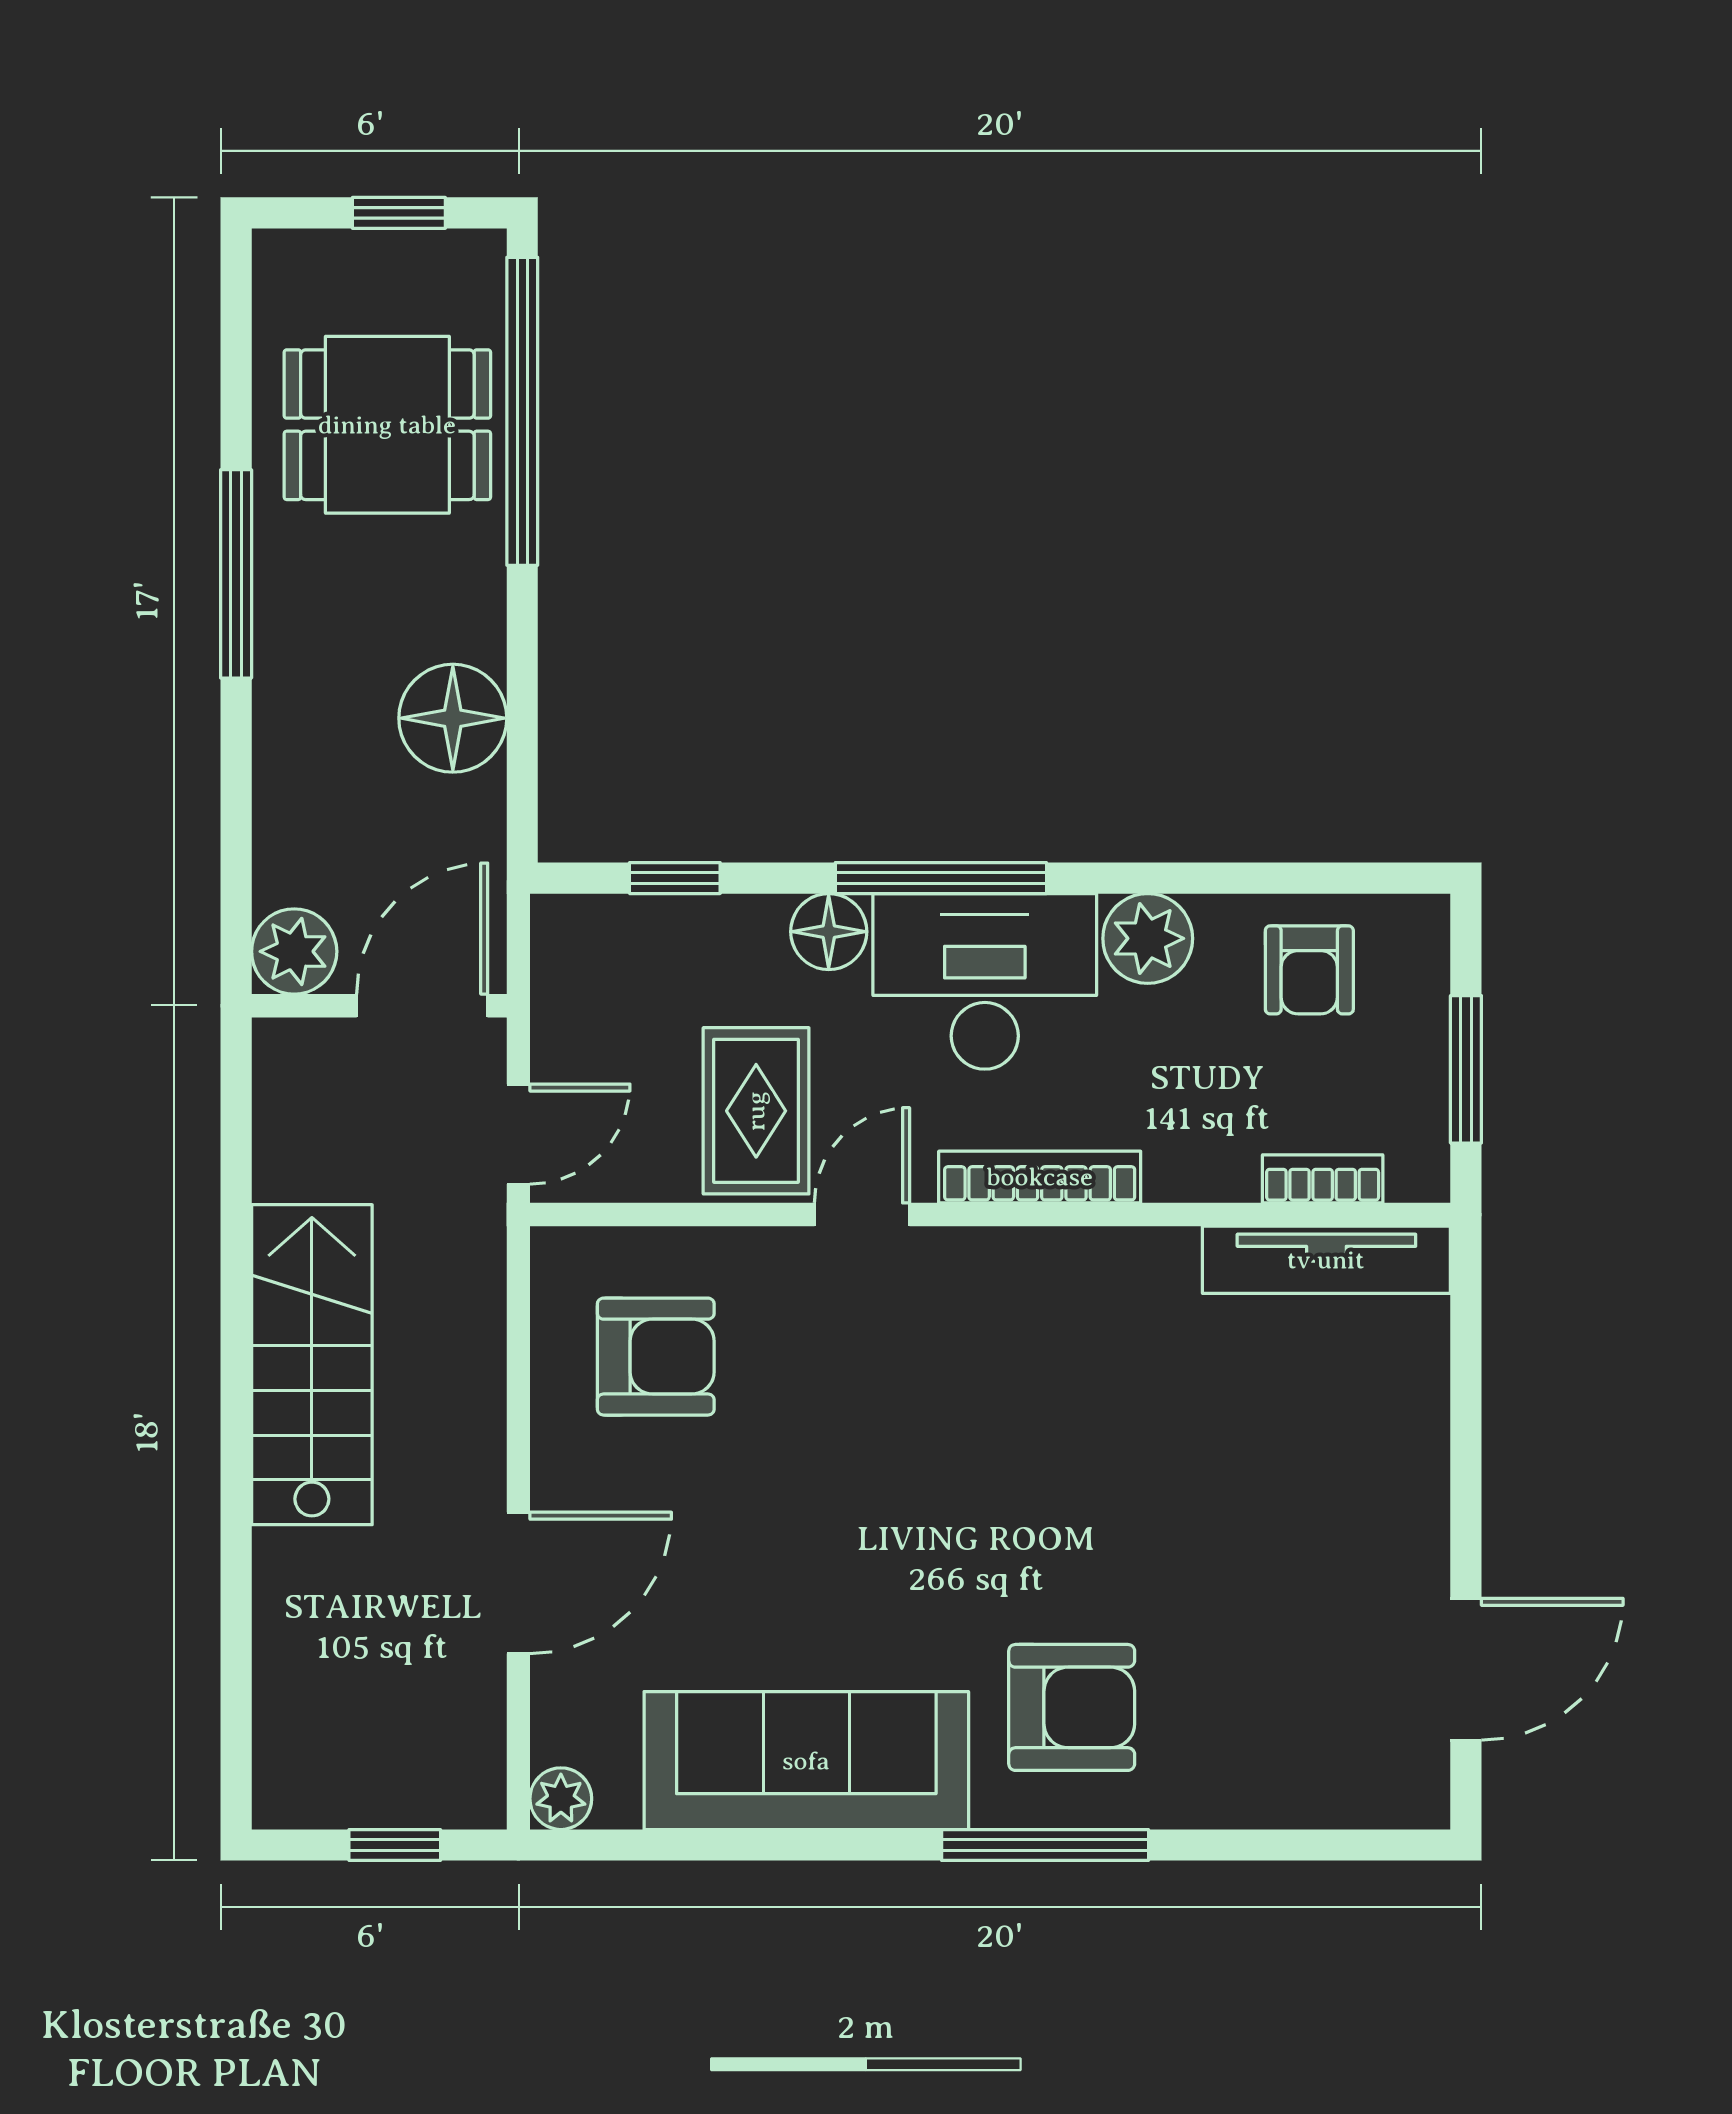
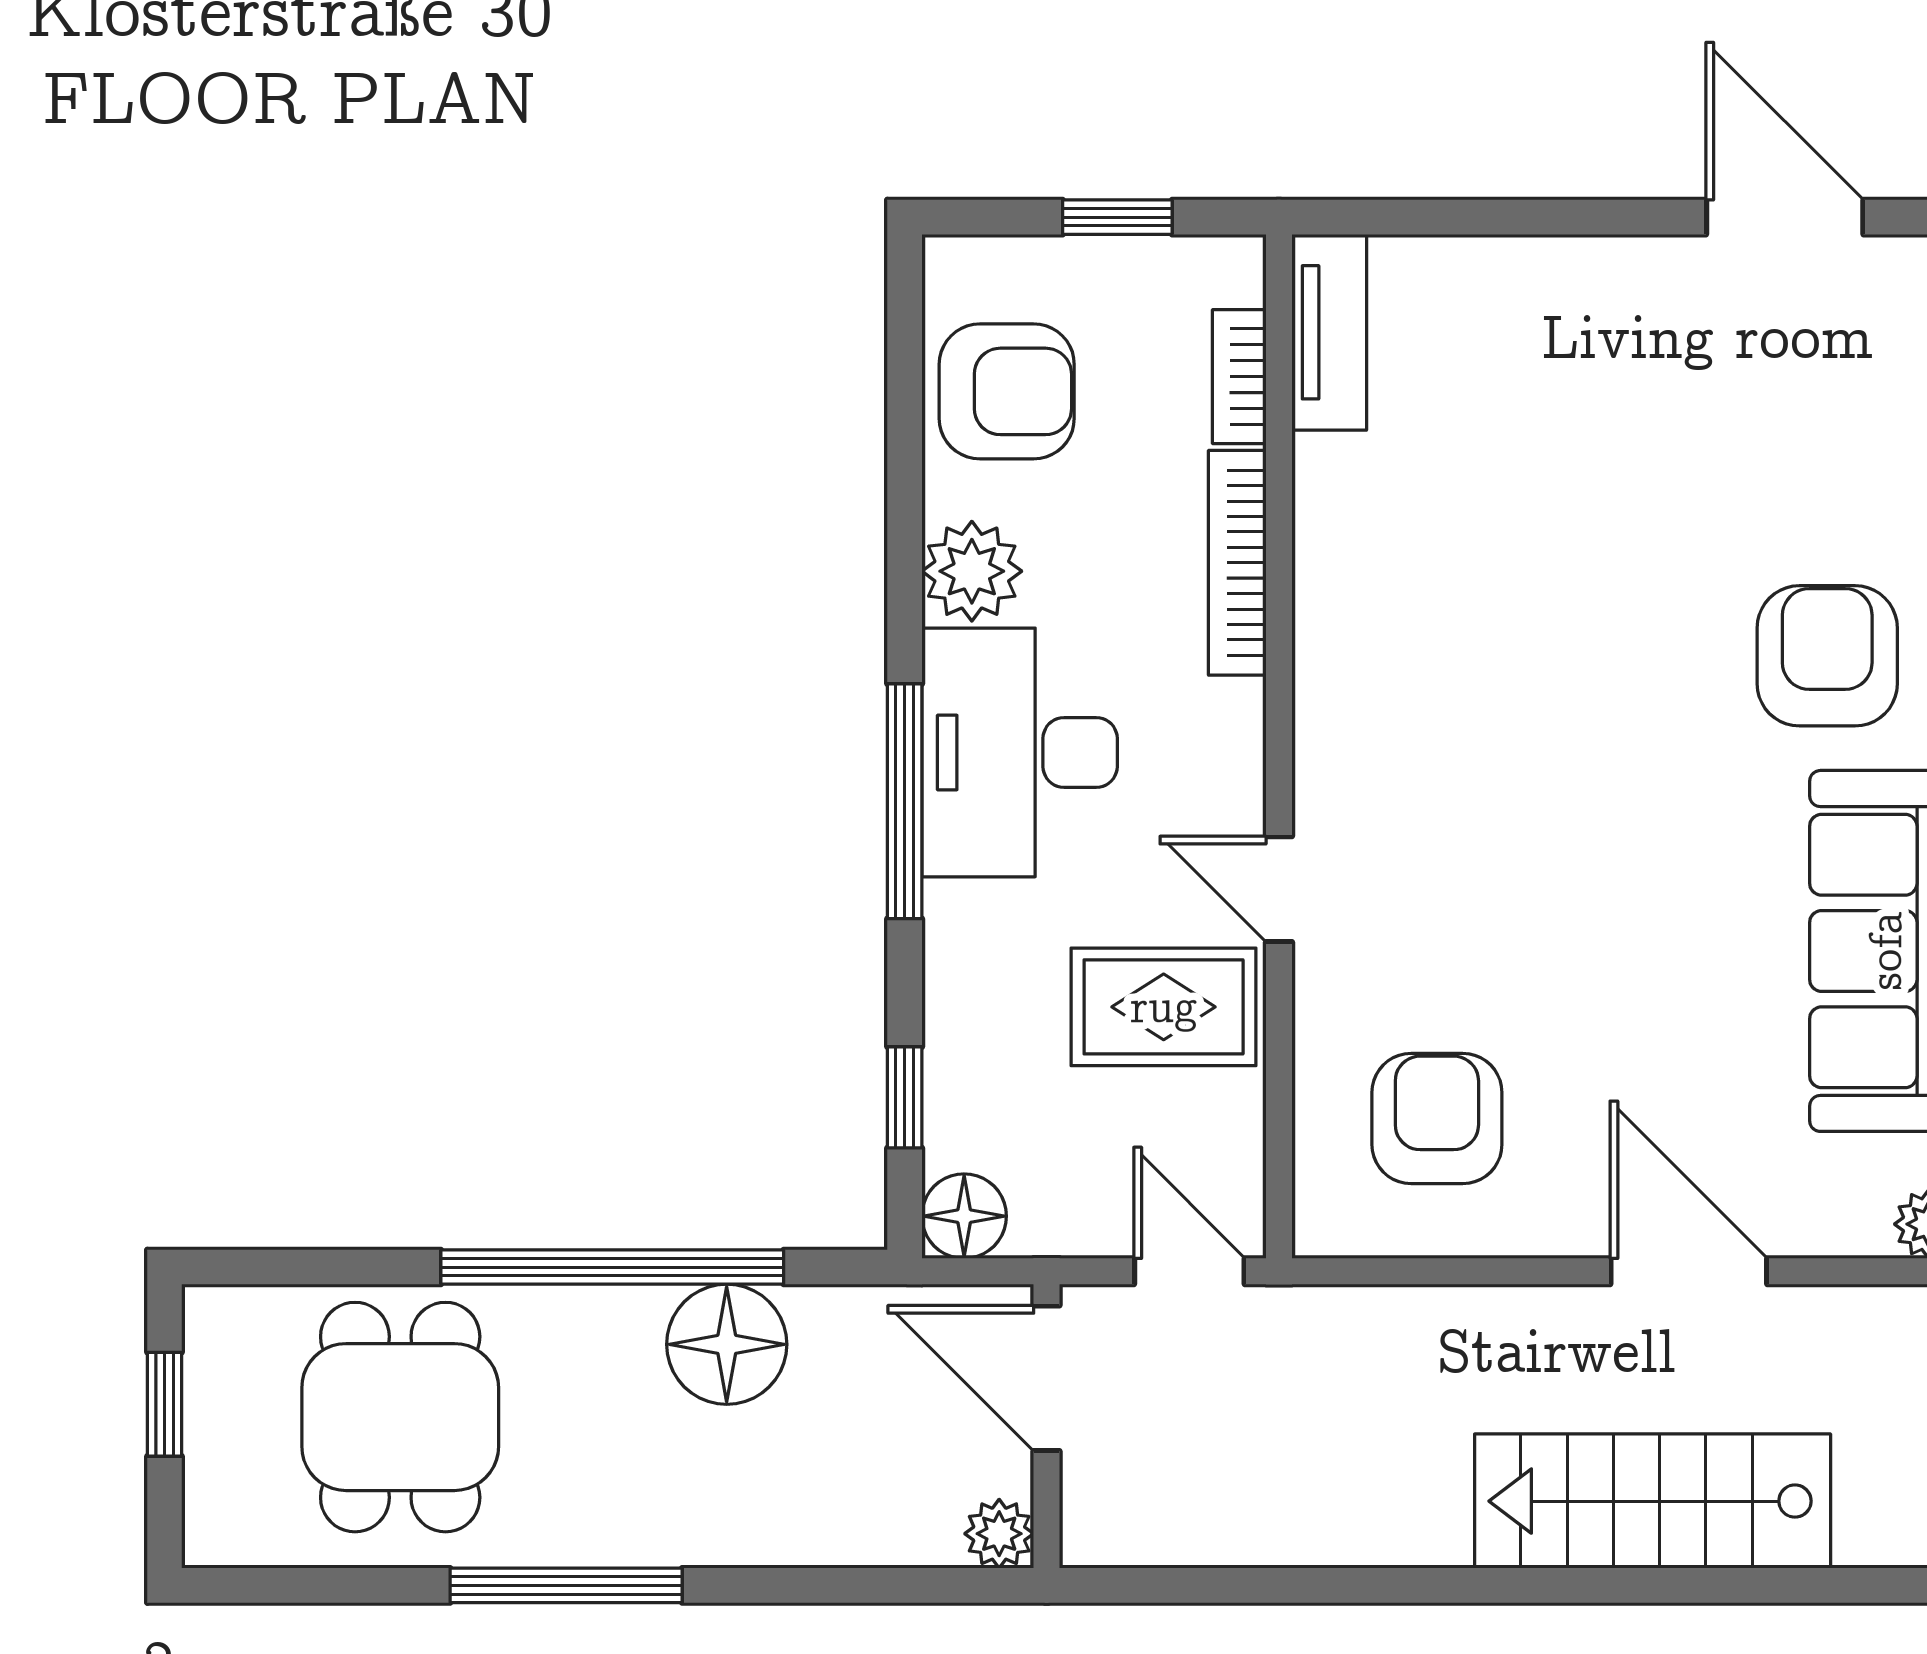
window: (522, 411) -> (612, 1267), moved
floor lamp: (829, 932) -> (964, 1216), moved
plant: (294, 951) -> (999, 1534), width x0.73, depth x0.73
armchair: (1309, 970) -> (1007, 391), width x1.38, depth x1.38
window: (1466, 1069) -> (1117, 217), width x0.67
bookcase: (1040, 1177) -> (1237, 563), moved
tv unit: (1326, 1260) -> (1329, 332), width x0.71
stairs: (312, 1365) -> (1653, 1501), moved

